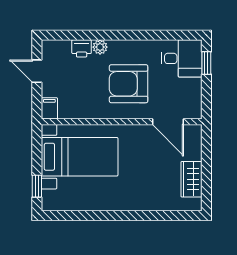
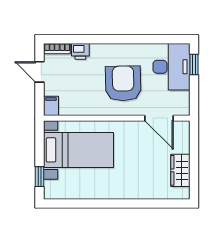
bookcase: (56, 45) -> (57, 49), added
plant: (100, 47) -> (97, 50), removed
desk: (182, 58) -> (171, 67), width x1.37
armchair: (129, 84) -> (123, 83), turned 89

